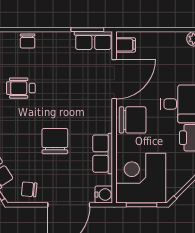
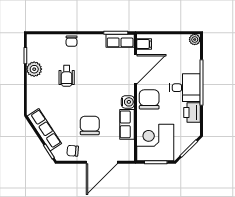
wheelchair: (21, 88) -> (67, 76), turned -90
chair: (133, 120) -> (149, 99), turned -90
chair: (55, 141) -> (90, 125), moved
water cooler: (104, 195) -> (128, 102), moved

